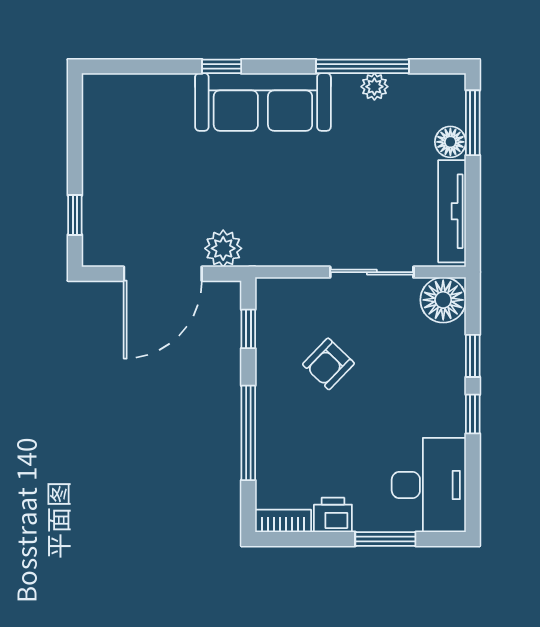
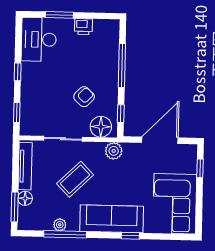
corner sofa: (128, 138) -> (175, 204), added
coffee table: (344, 185) -> (75, 179), added
plant: (223, 248) -> (114, 151), moved
floor lamp: (443, 300) -> (101, 127), moved
window: (473, 356) -> (17, 112), moved
bookcase: (283, 521) -> (107, 24), removed

